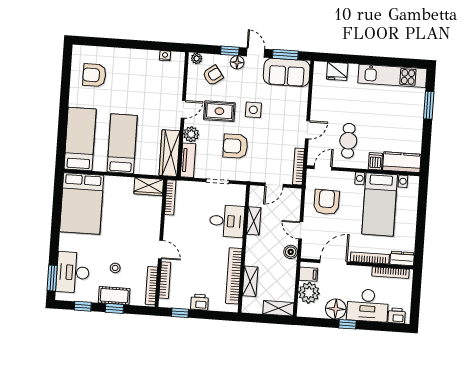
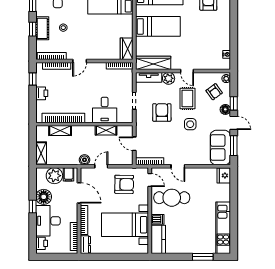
door: (256, 53) -> (234, 123), hinge flipped
fridge: (337, 71) -> (224, 175), moved
cafe table: (348, 141) -> (172, 198), width x1.37, depth x1.35

